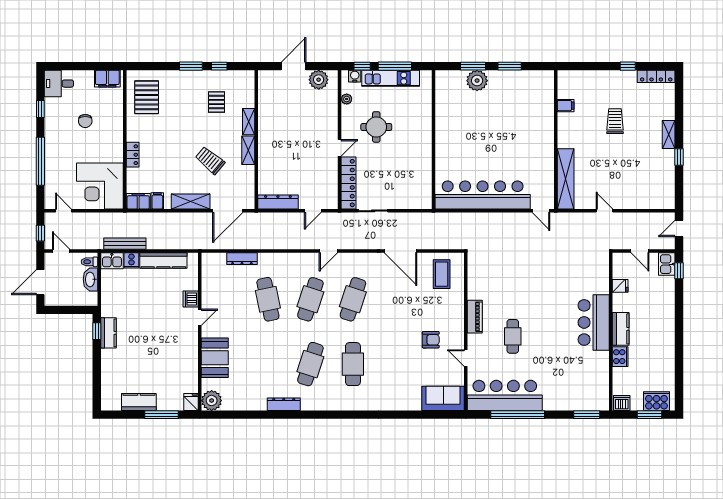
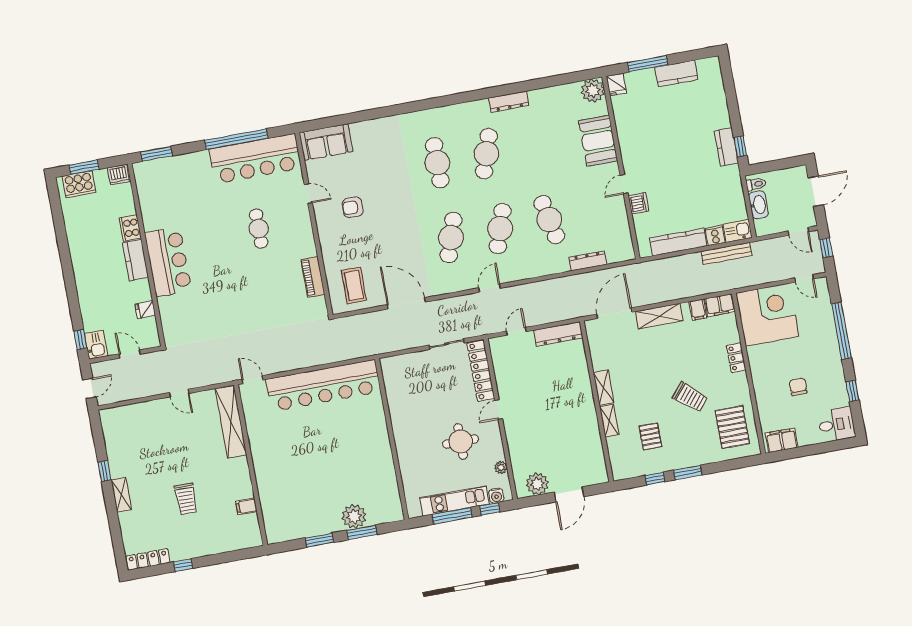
trolley: (210, 160) -> (690, 397), moved
toilet: (89, 262) -> (756, 184), moved
piano: (475, 317) -> (313, 277), moved

